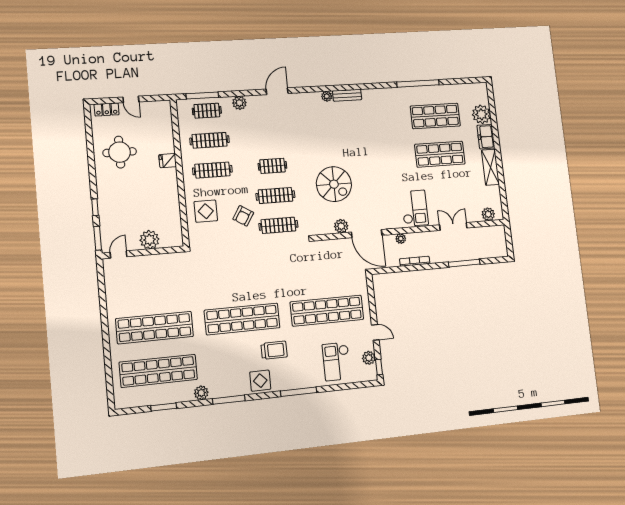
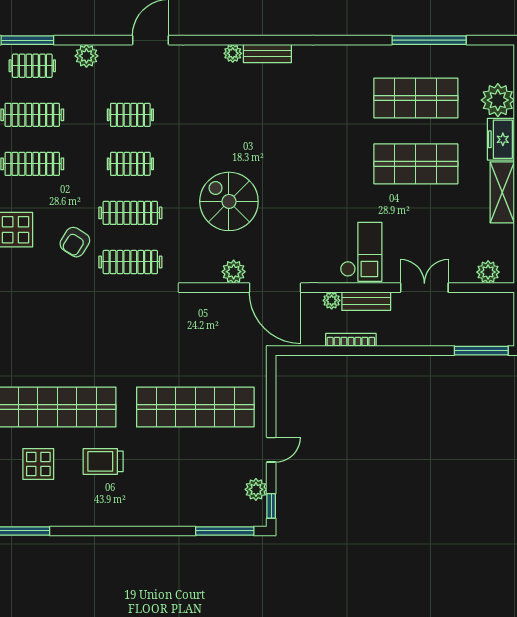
window: (418, 83) -> (429, 40), moved
clothes rail: (269, 136) -> (130, 115), added
spiral stairs: (334, 184) -> (229, 201), turned 180
bench: (421, 237) -> (366, 301), added
window: (464, 263) -> (481, 351), moved
door: (375, 332) -> (271, 450), hinge flipped
trolley: (274, 350) -> (103, 461), turned 180
checkout: (337, 362) -> (202, 490), removed
display table: (260, 381) -> (38, 464), moved
window: (299, 392) -> (225, 531), moved

